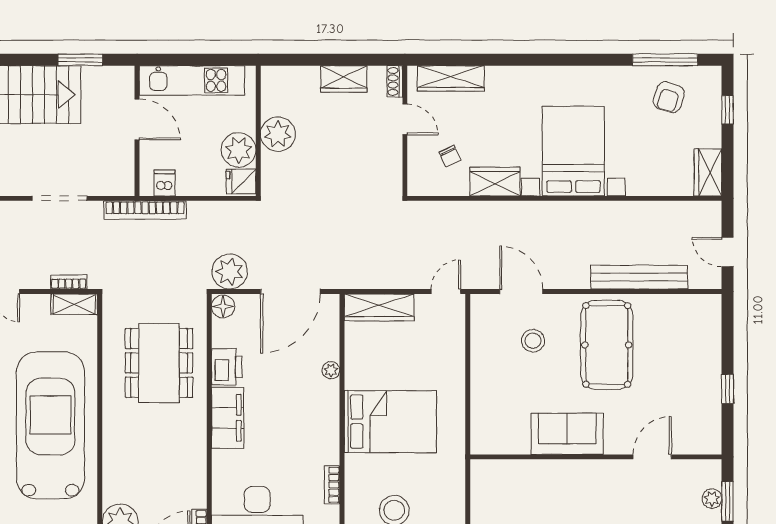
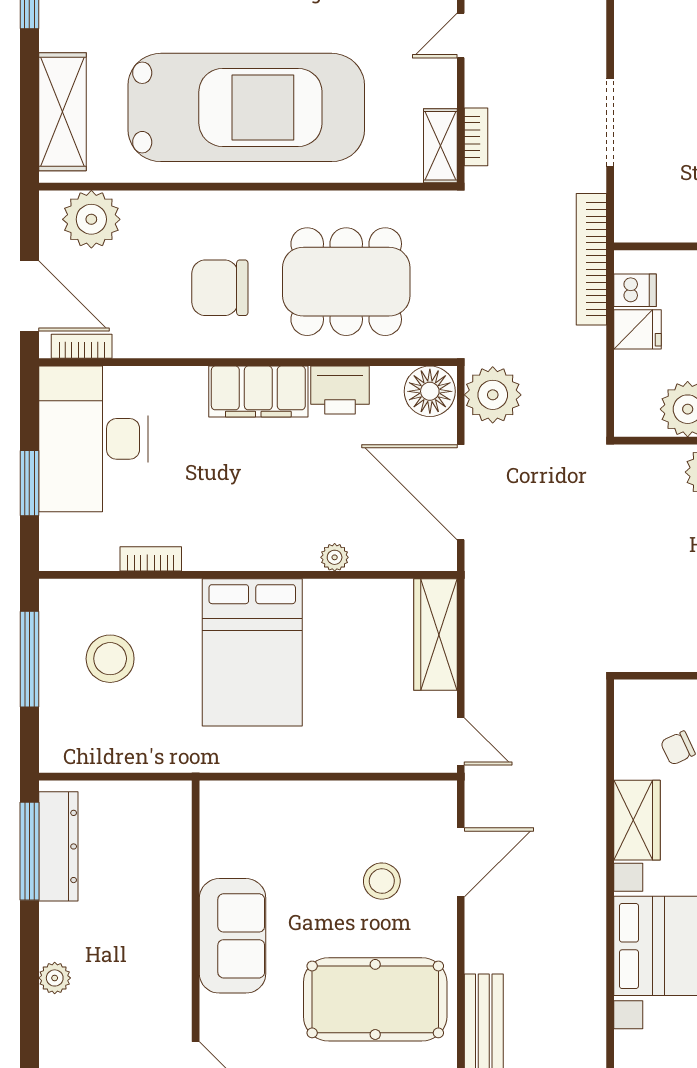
fridge: (241, 181) -> (637, 329), moved, turned 90
floor lamp: (223, 306) -> (430, 391), width x1.38, depth x1.38
chair: (163, 442) -> (220, 288), added

